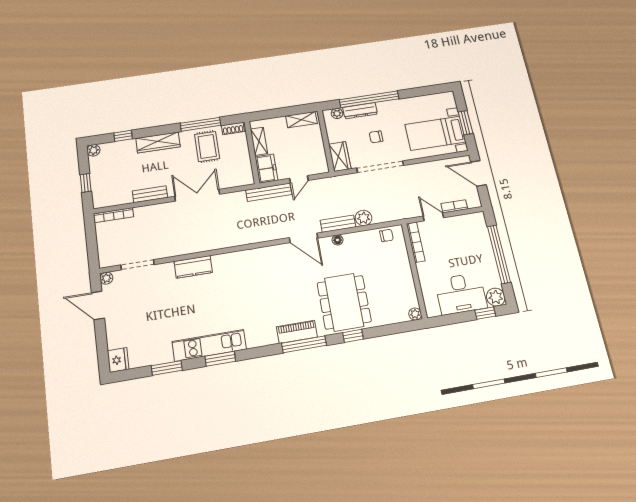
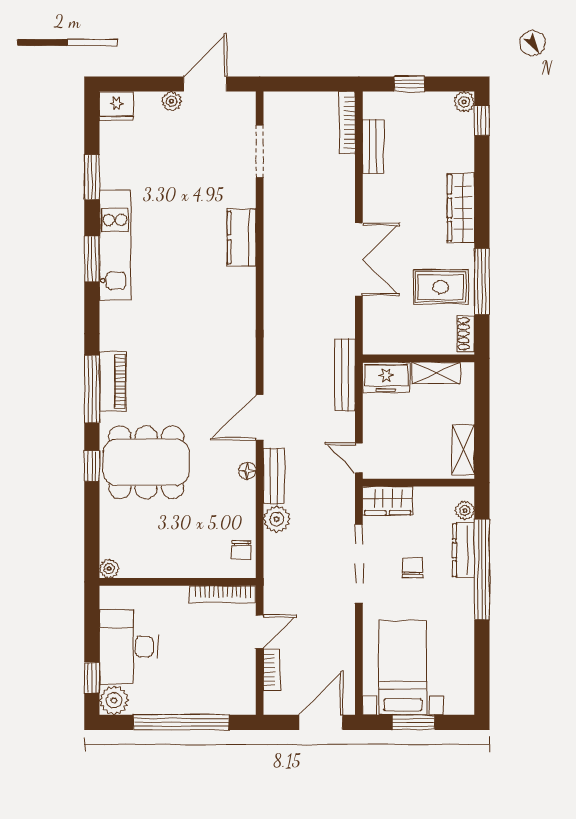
window: (123, 136) -> (482, 121), moved
door: (299, 179) -> (359, 458), moved
bench: (150, 194) -> (373, 147), moved
plant: (106, 278) -> (172, 101), moved

